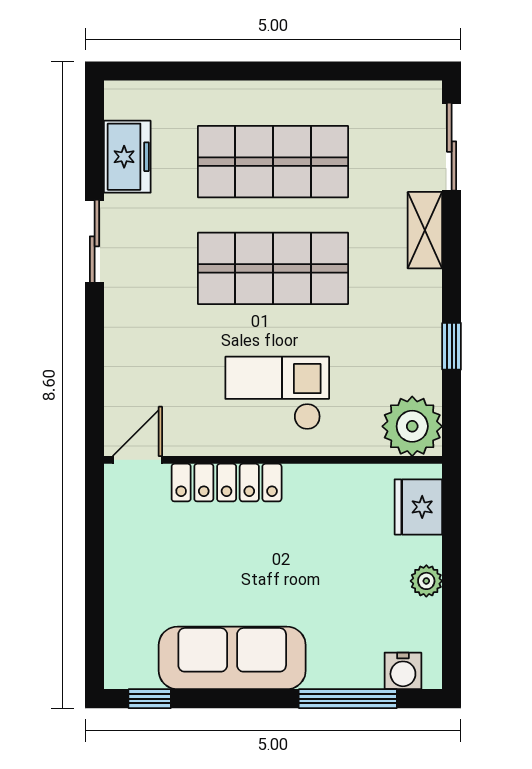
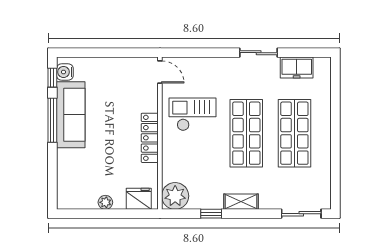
shelving: (425, 230) -> (241, 202), moved
checkout: (277, 393) -> (192, 114), moved, turned -90
locker: (227, 483) -> (150, 138), moved
water cooler: (403, 671) -> (65, 72), moved
window: (348, 699) -> (52, 120), moved

